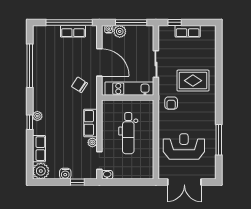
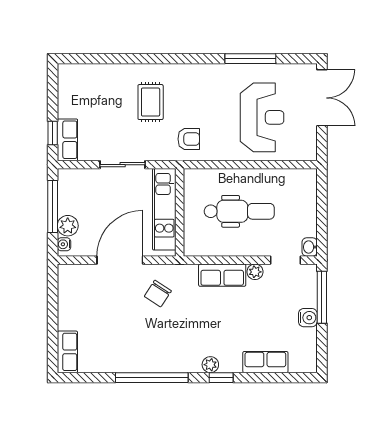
window: (69, 22) -> (53, 311), removed
row of seats: (73, 31) -> (67, 352), moved
row of seats: (188, 31) -> (67, 140), moved
window: (30, 66) -> (152, 378), moved
rug: (193, 81) -> (151, 102), width x0.73, depth x0.70
reception desk: (184, 147) -> (262, 117), turned 180
plant: (41, 171) -> (303, 359), removed
window: (77, 182) -> (322, 297), width x2.17
double door: (184, 182) -> (322, 98), moved

